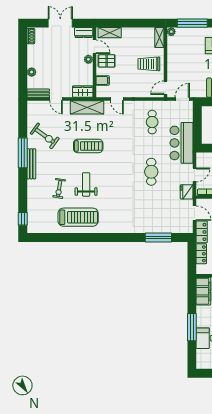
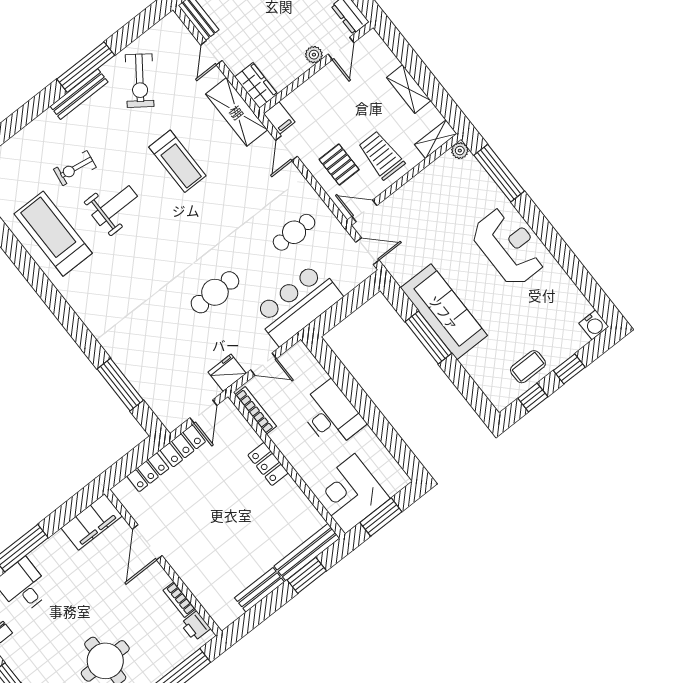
shelving: (110, 33) -> (409, 89), moved
pallet: (107, 61) -> (339, 164), moved
filing cabinet: (103, 80) -> (279, 118), moved
treadmill: (78, 217) -> (53, 234), turned 180

